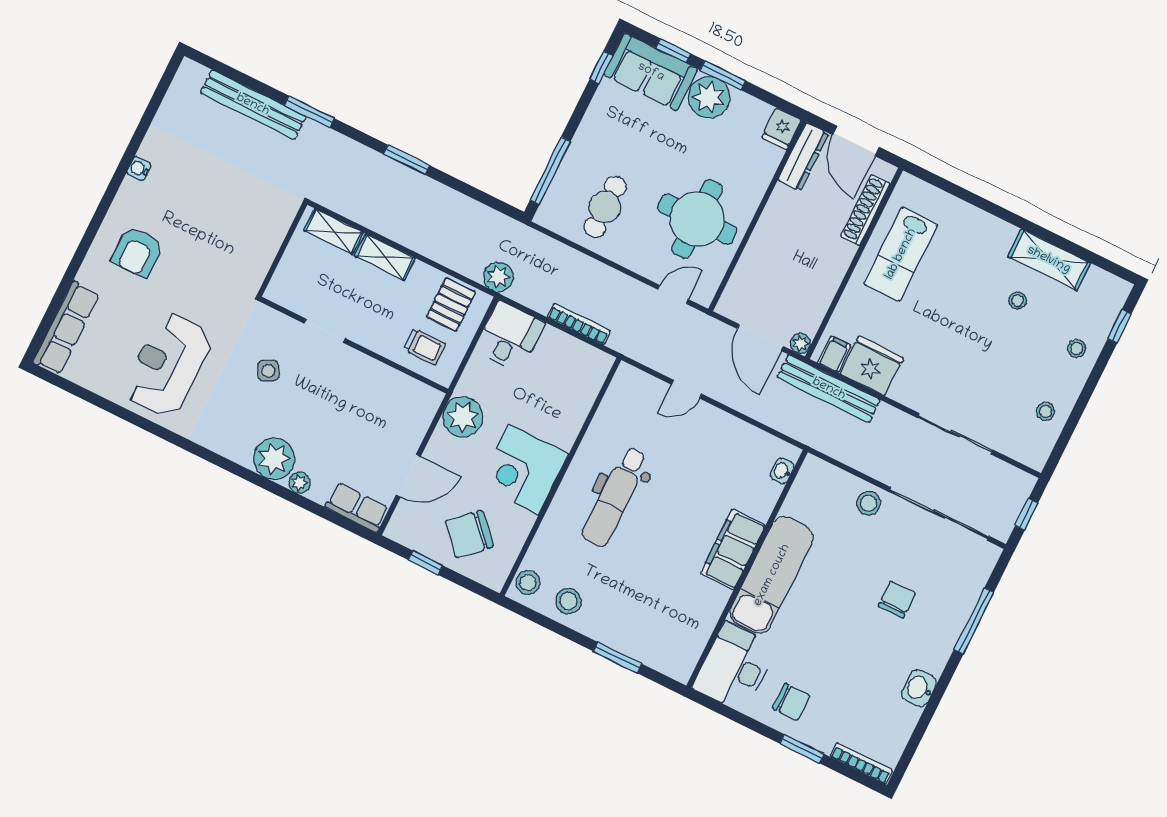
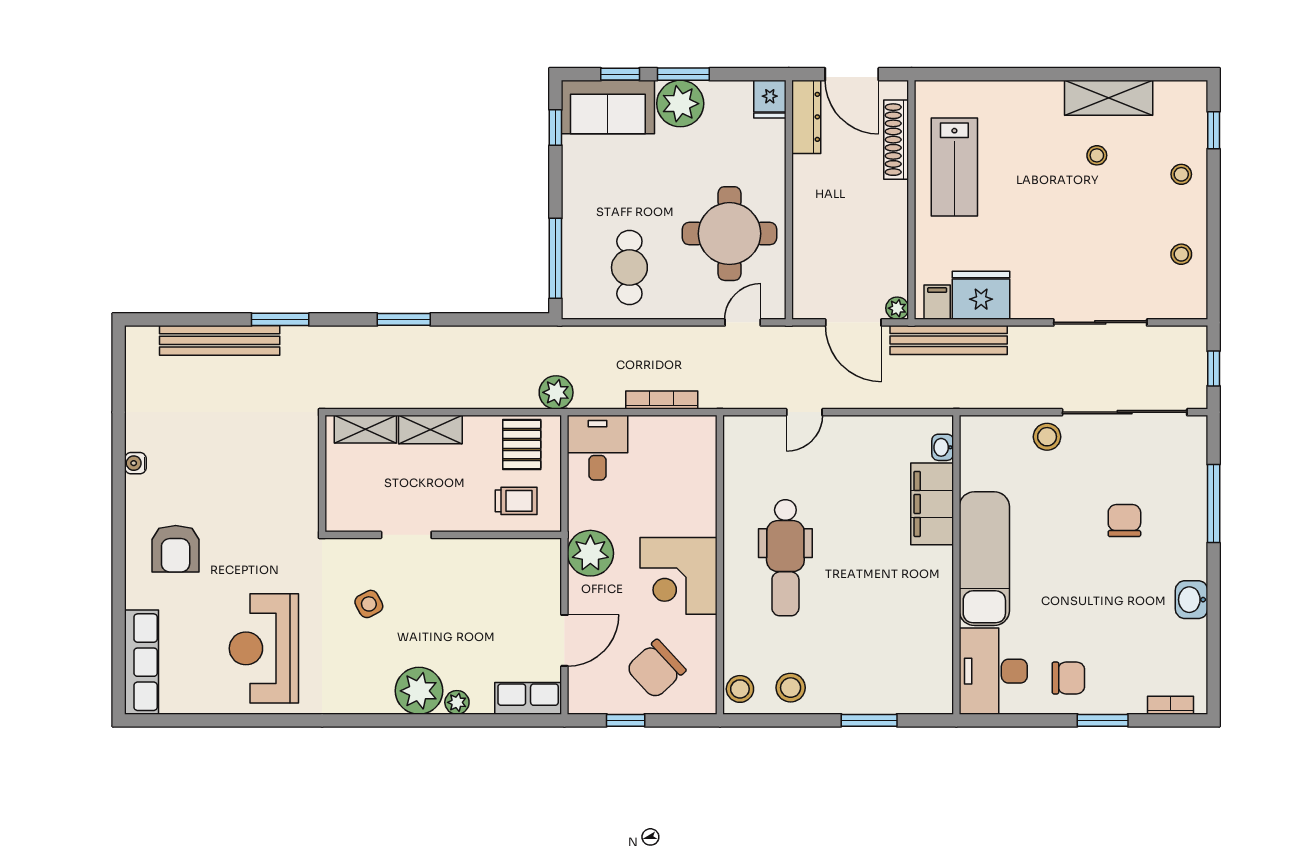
filing cabinet: (733, 549) -> (932, 504), moved
bookcase: (861, 763) -> (1171, 705), width x0.64

